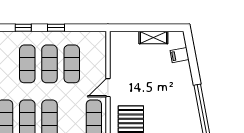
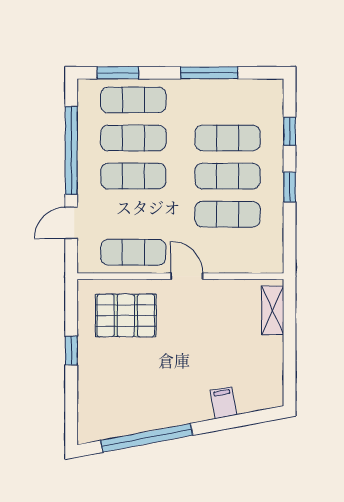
shelving: (153, 38) -> (273, 310), moved
filing cabinet: (180, 55) -> (224, 403), moved

